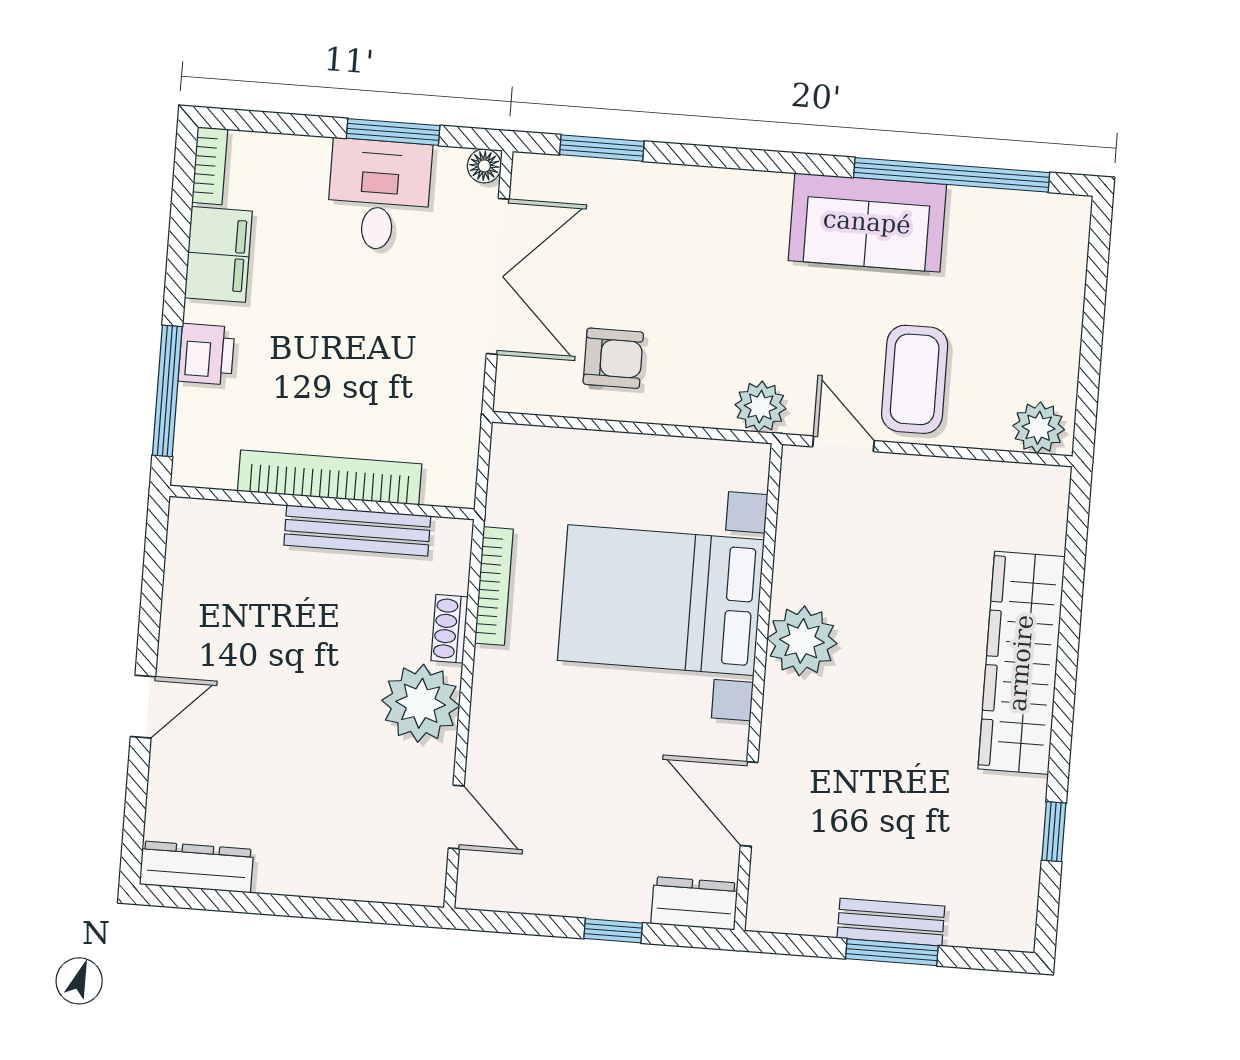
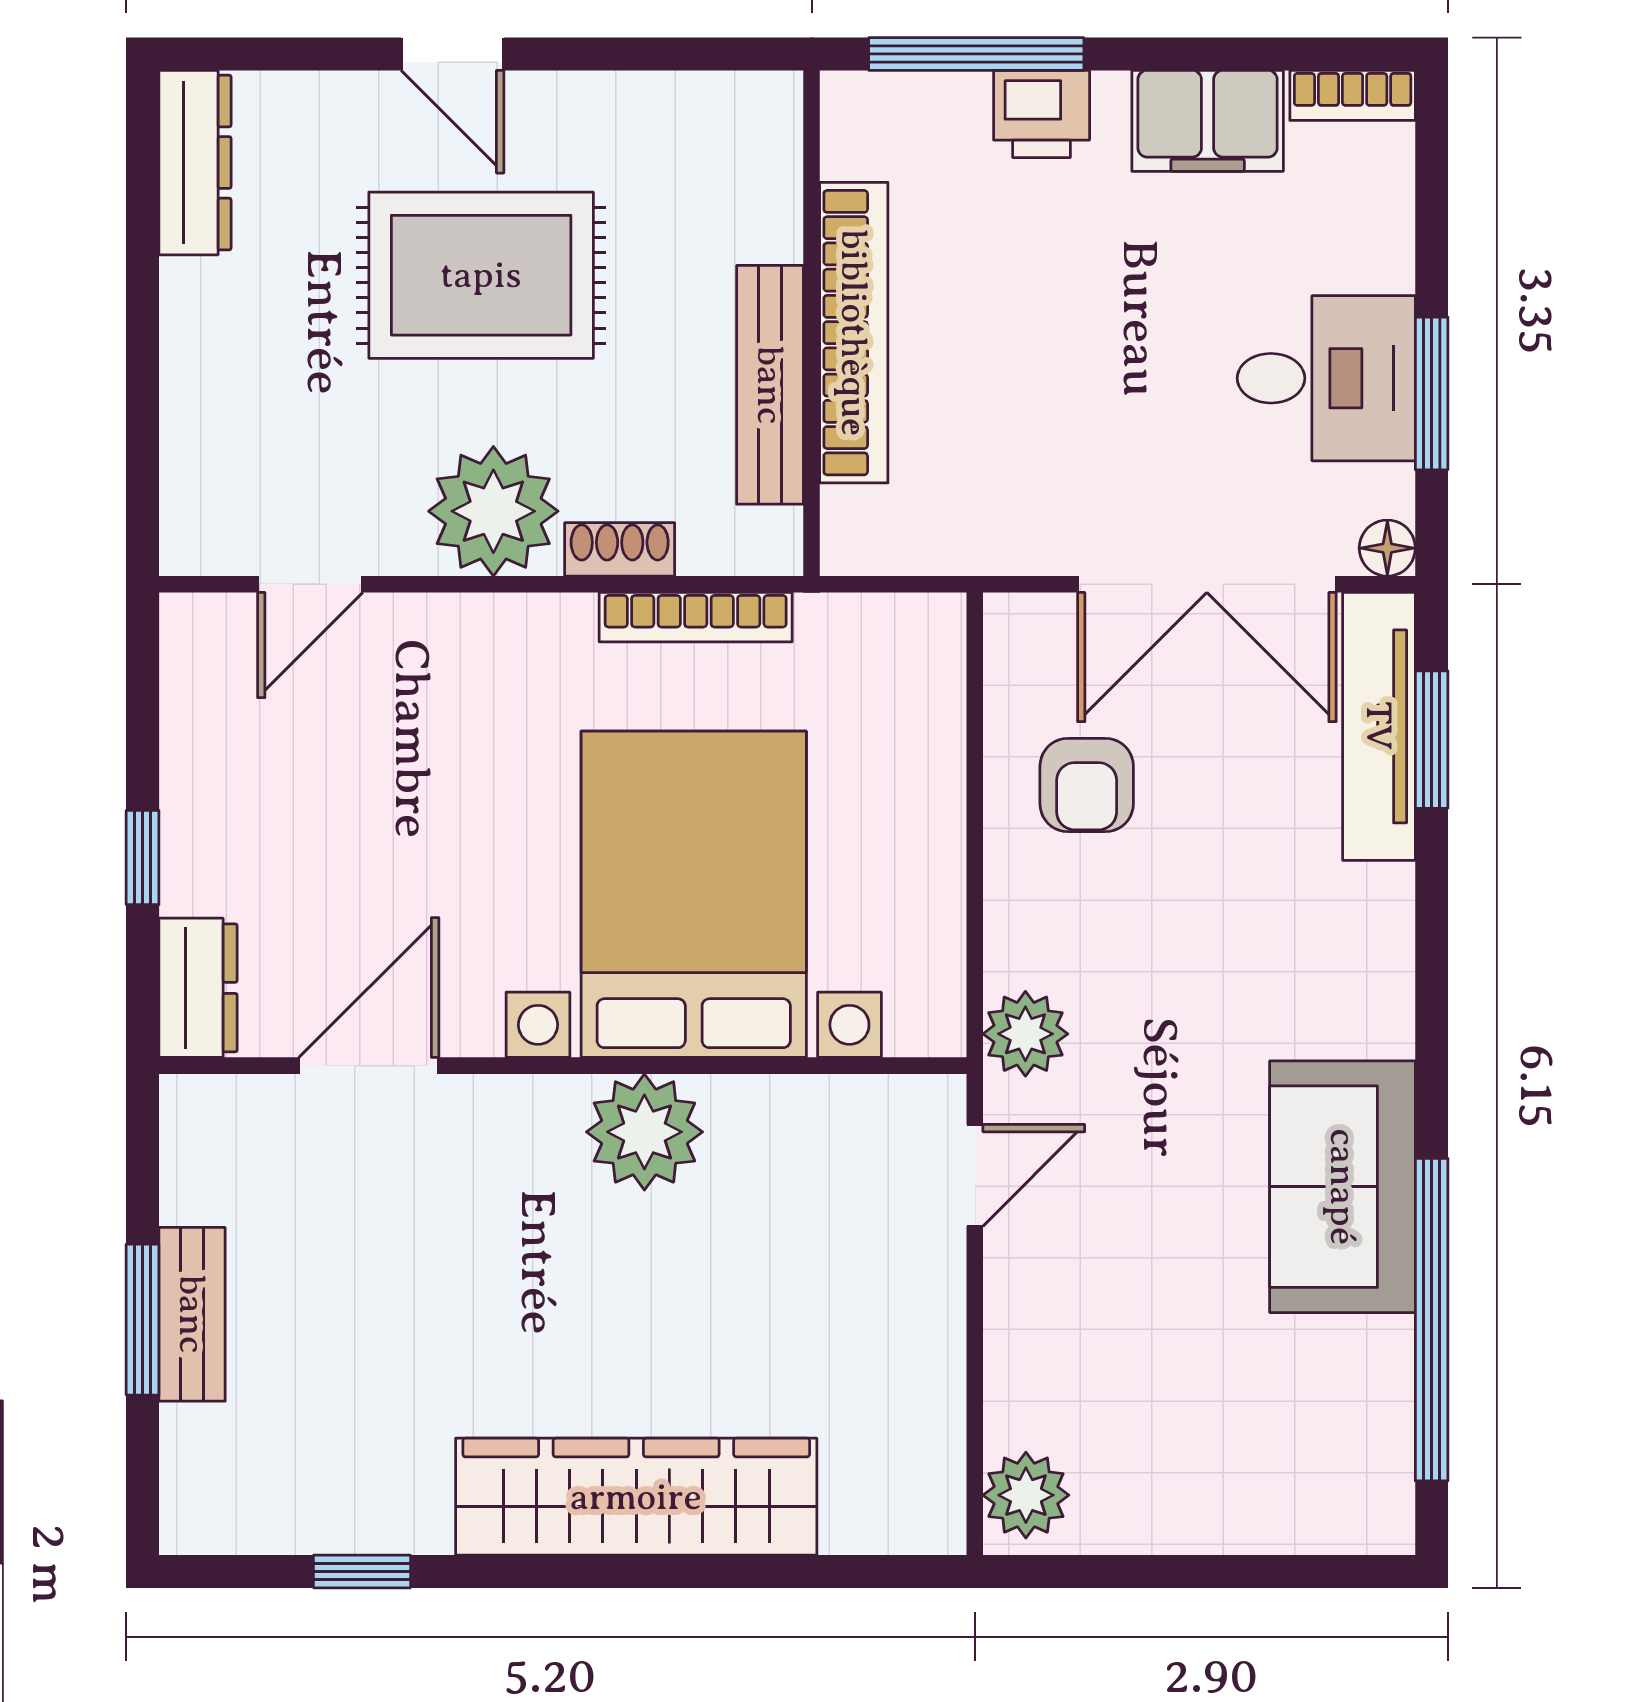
tv unit: (591, 179) -> (1379, 726), added
coffee table: (915, 379) -> (1090, 1285), removed
rug: (278, 700) -> (481, 275), added

